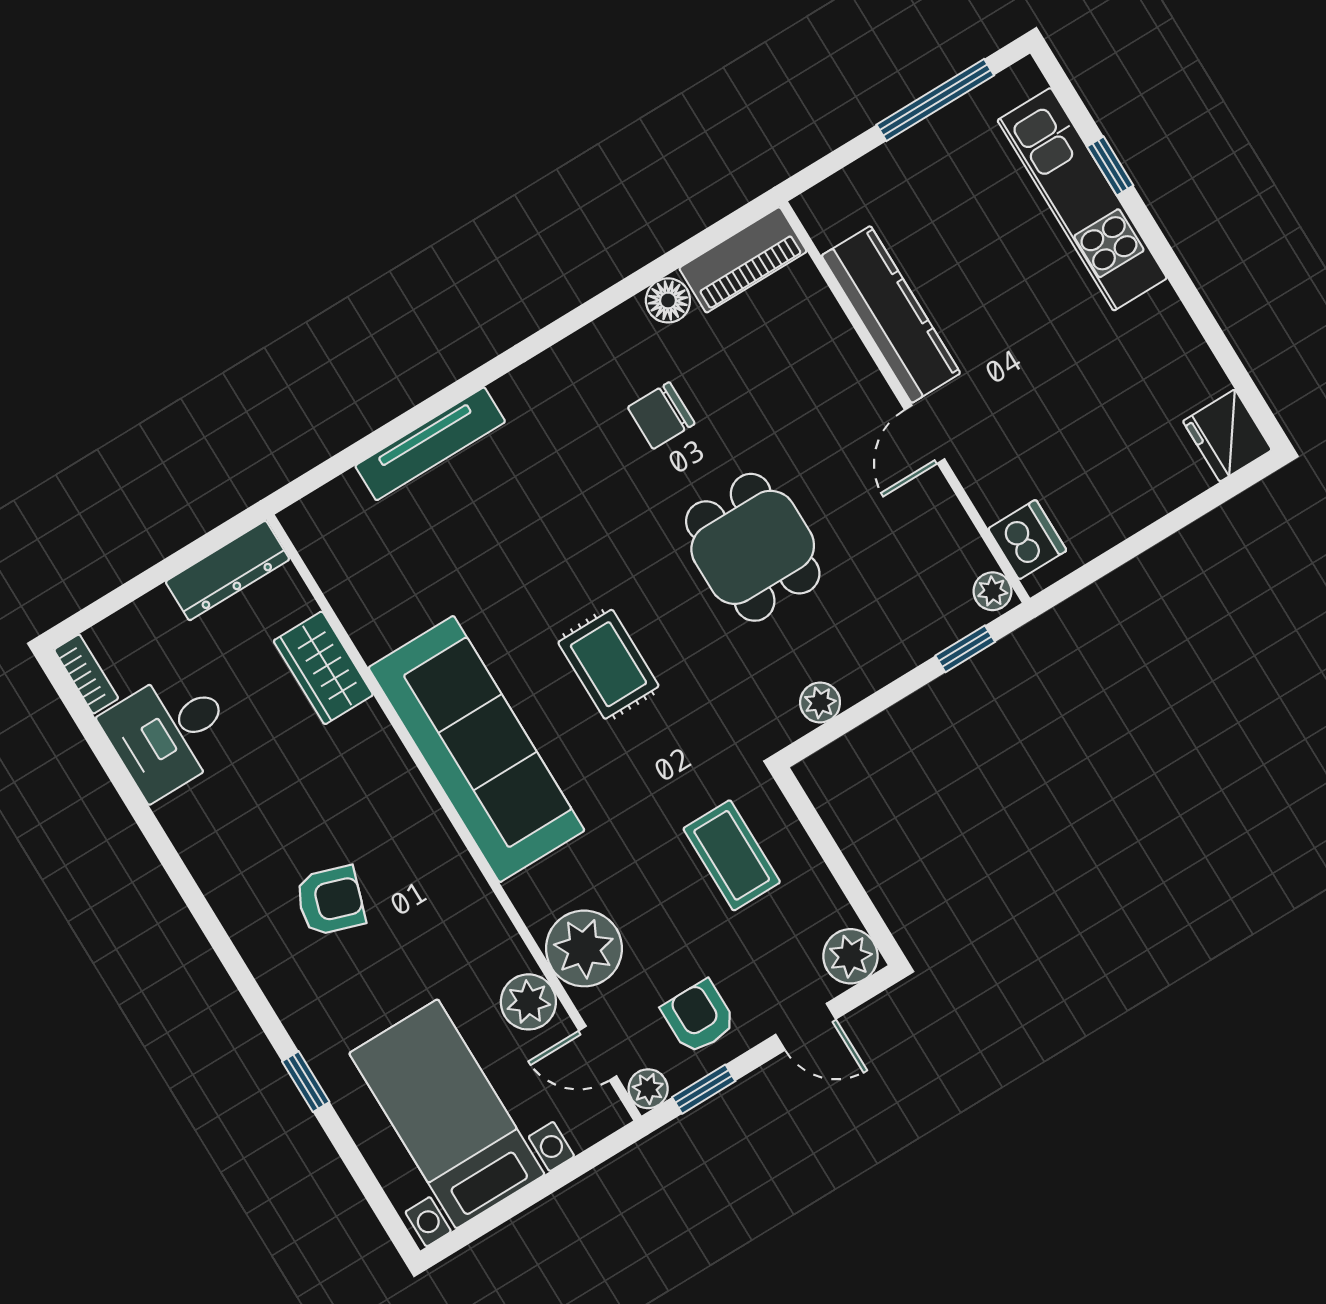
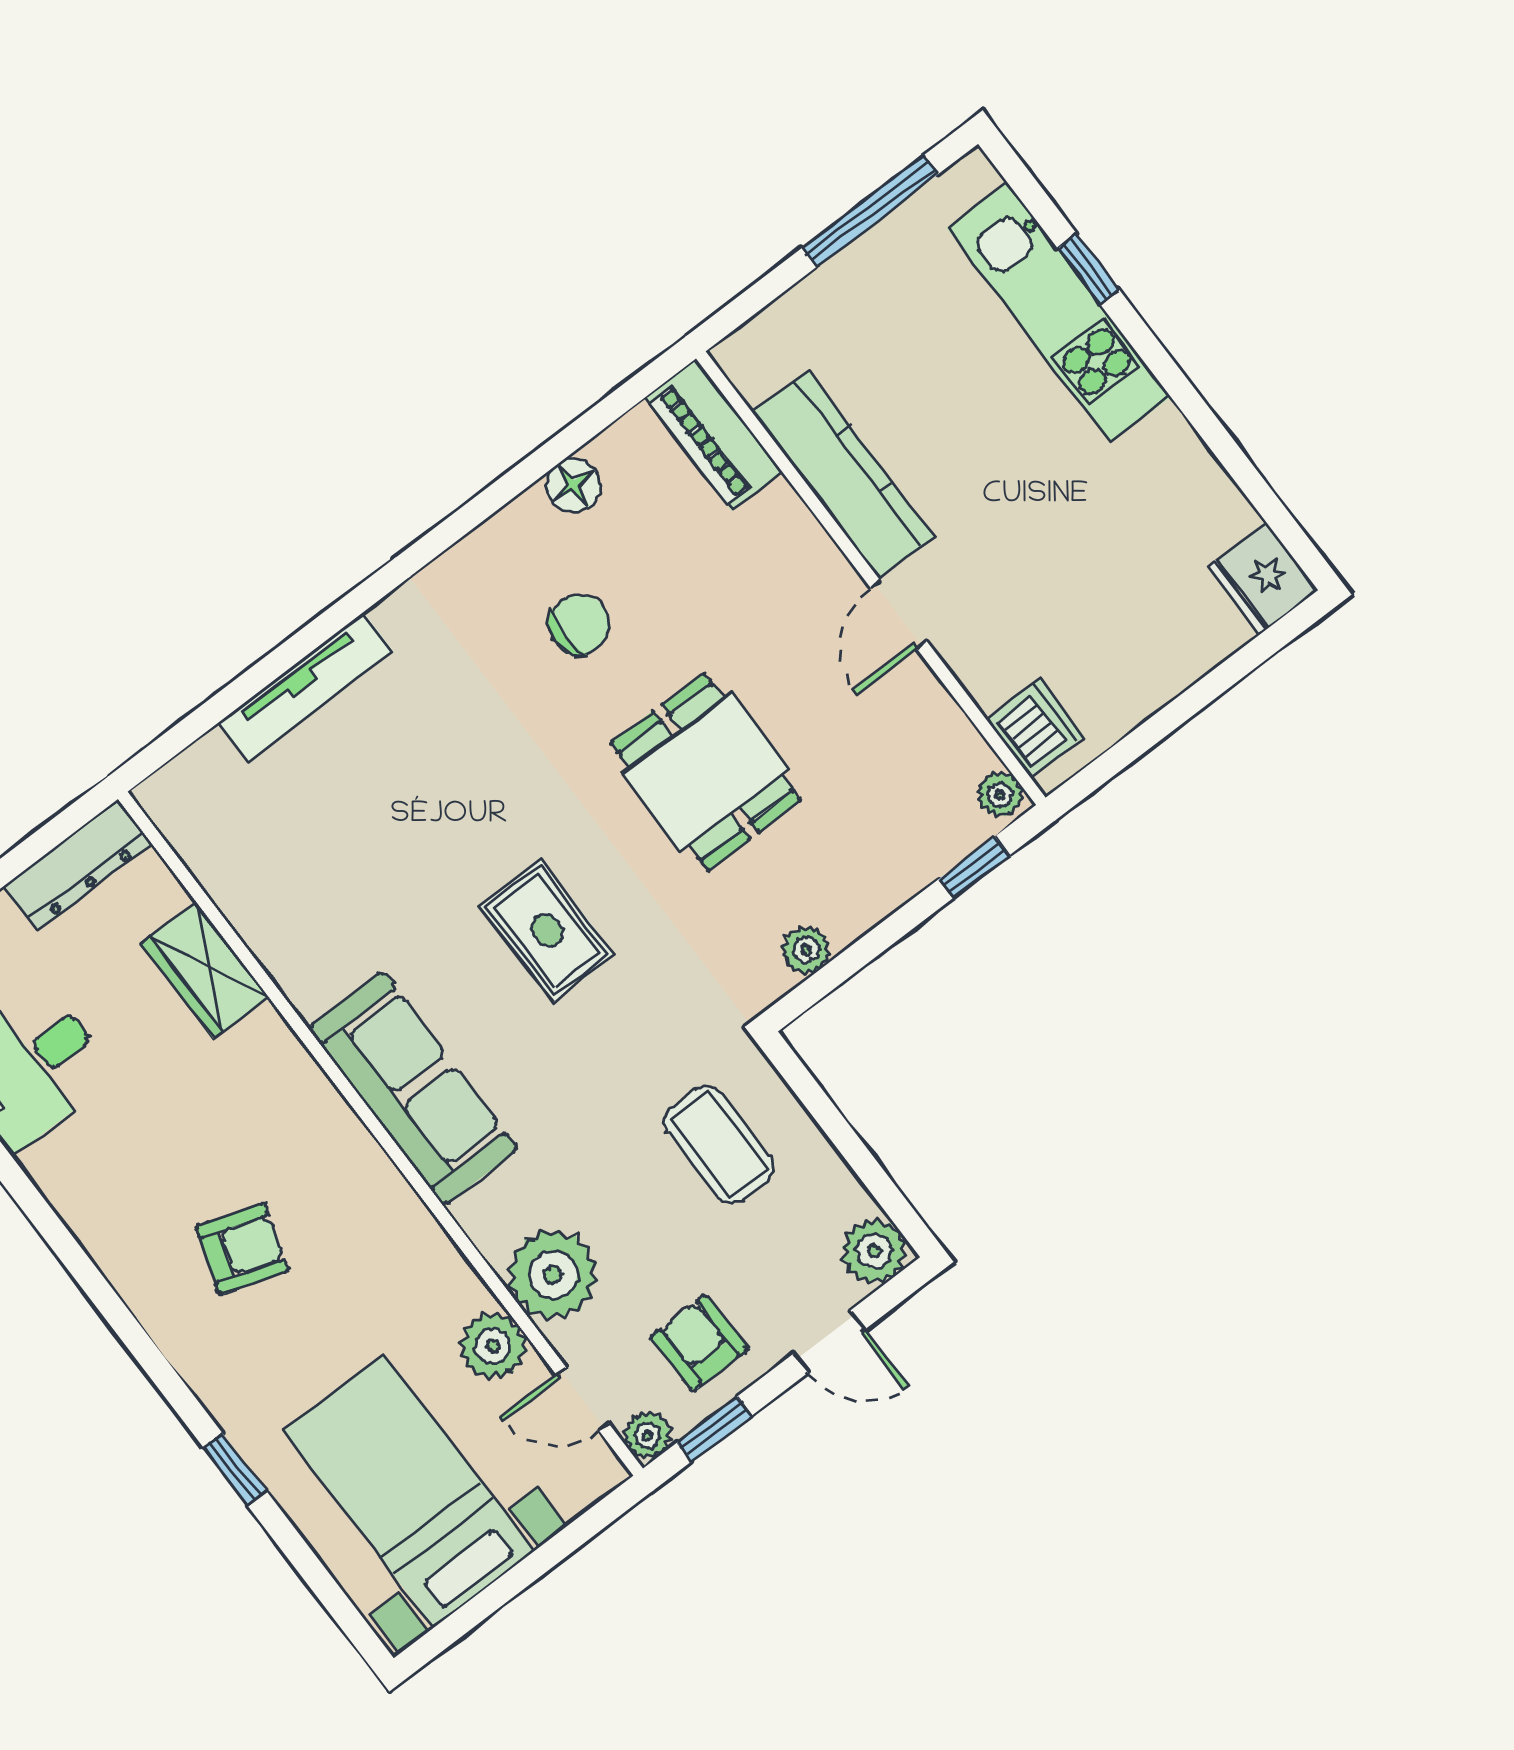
piano: (743, 260) -> (714, 435), moved, turned 90
chair: (661, 416) -> (580, 625), turned 180
sofa: (476, 749) -> (413, 1088), width x0.74, depth x0.79

